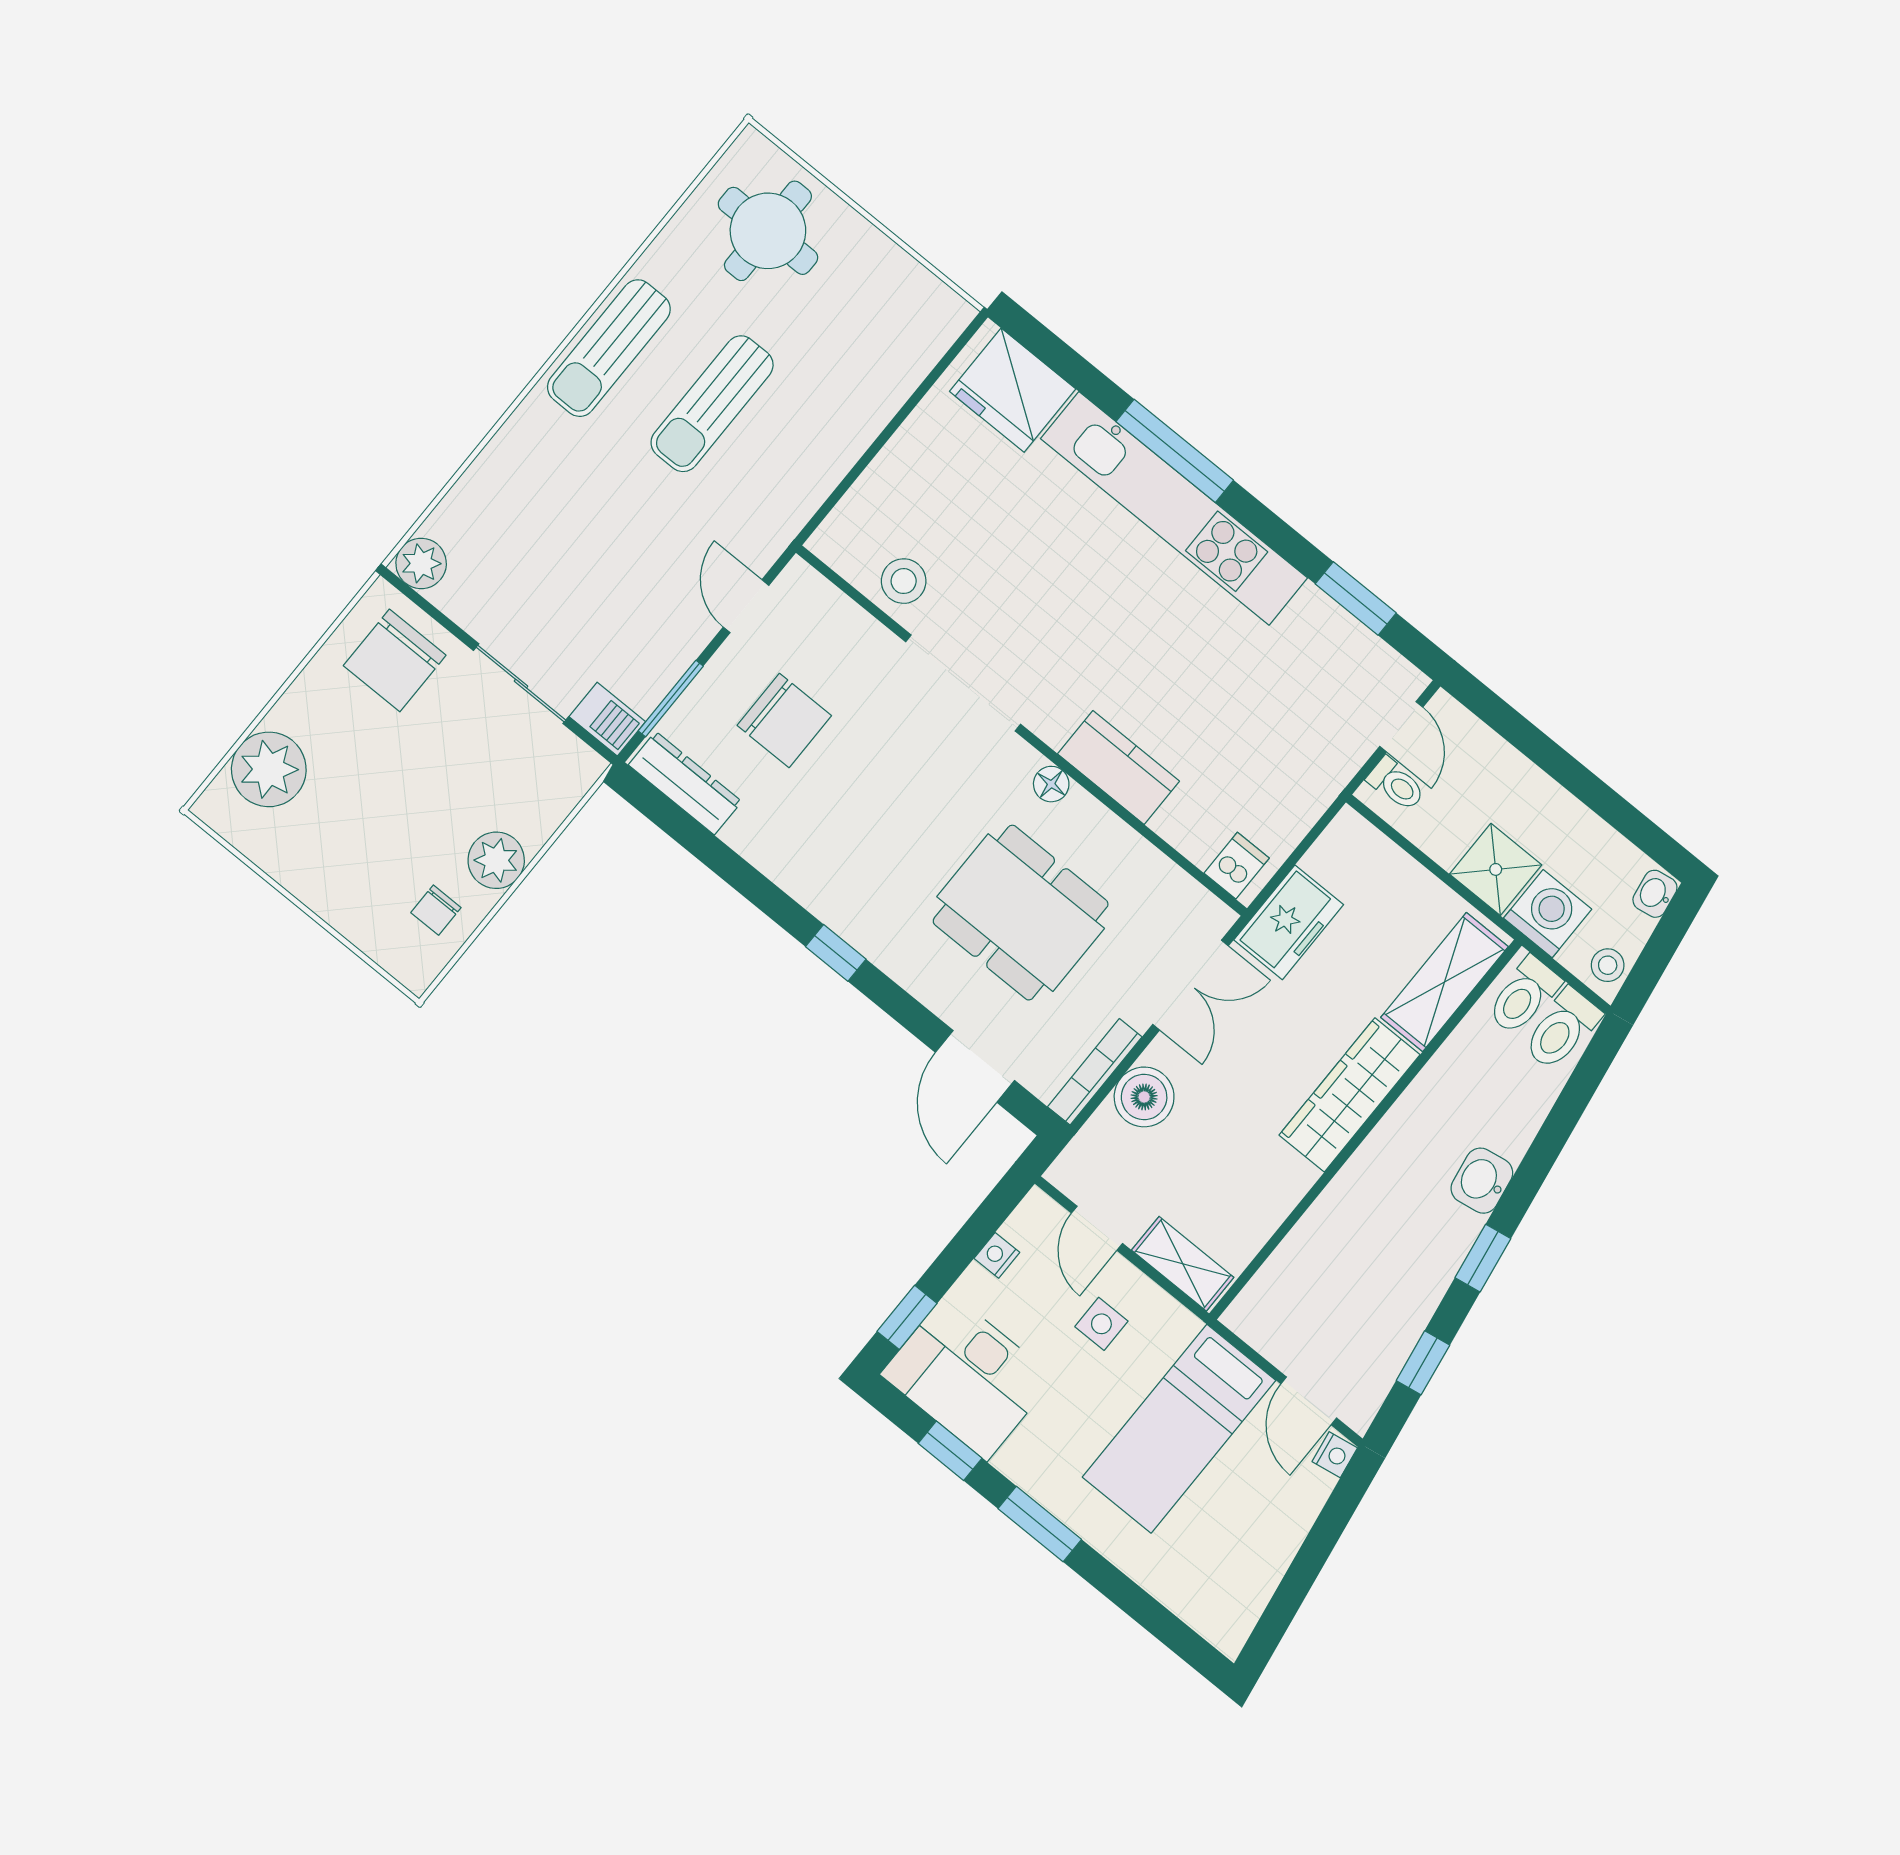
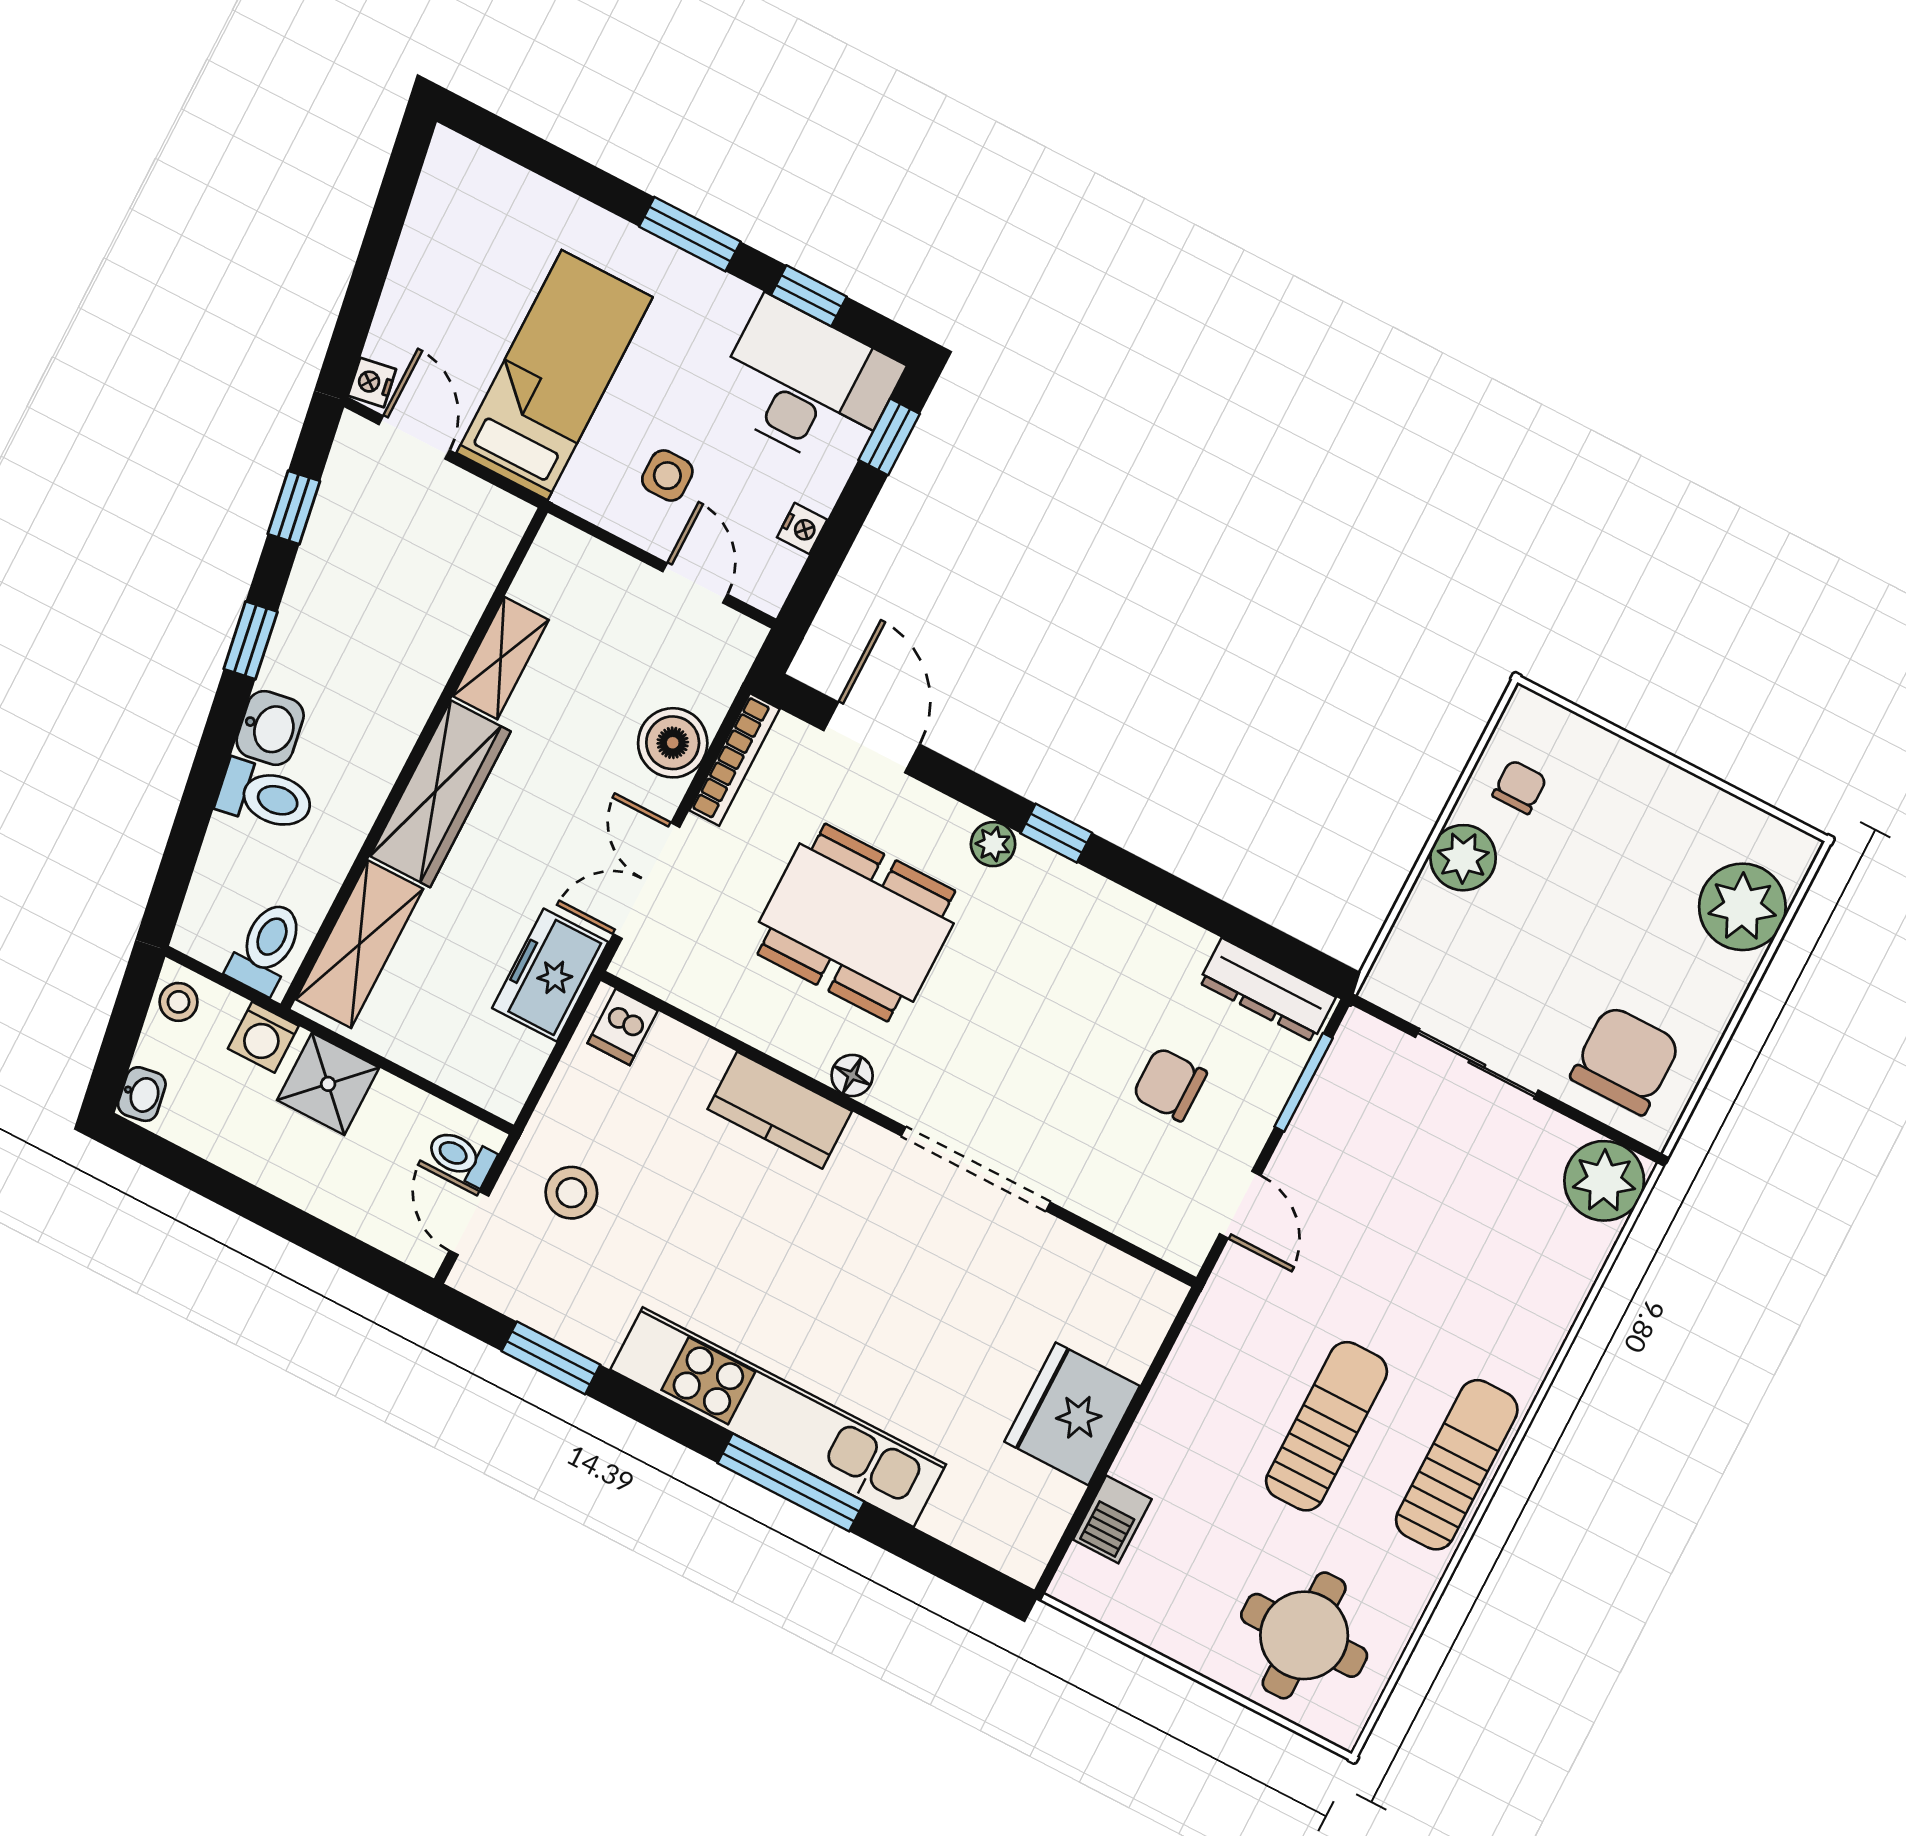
fridge: (1013, 390) -> (1072, 1414), moved, turned -90
plant: (421, 563) -> (1604, 1181), width x1.36, depth x1.36
stool: (904, 581) -> (571, 1193), moved
barbecue: (607, 719) -> (1112, 1519), moved, turned -90
chair: (784, 721) -> (1170, 1084), width x0.73, depth x0.73
washing machine: (1548, 914) -> (263, 1037), width x0.73, depth x0.73
plant: (891, 955) -> (993, 844), added
toilet: (1562, 1029) -> (266, 796), moved, turned 81
shelving: (1183, 1264) -> (501, 658), moved, turned 90

